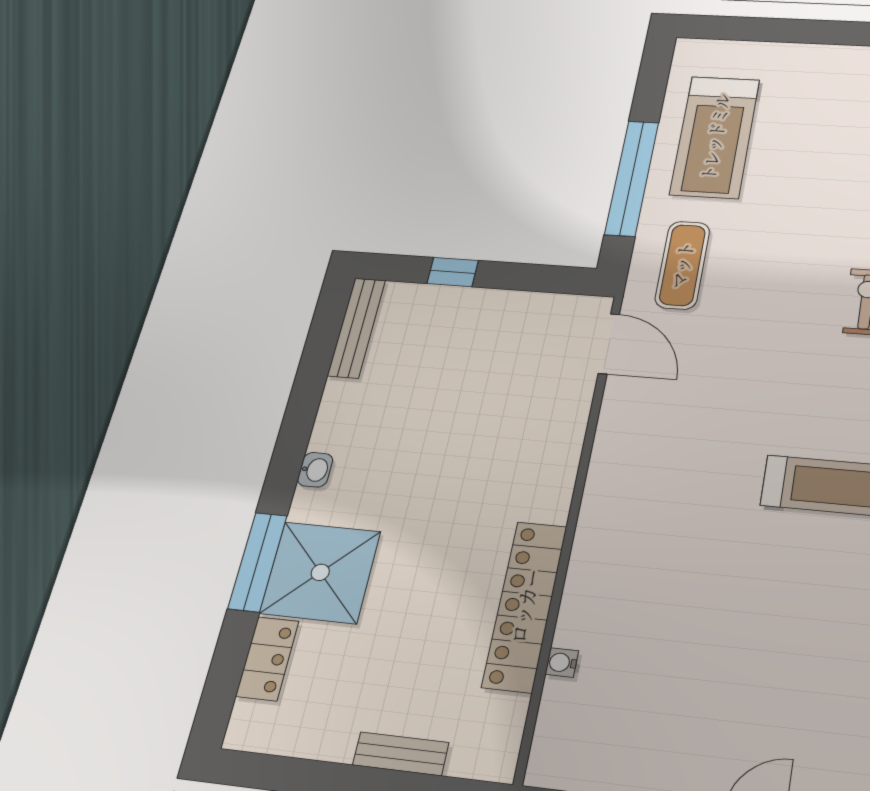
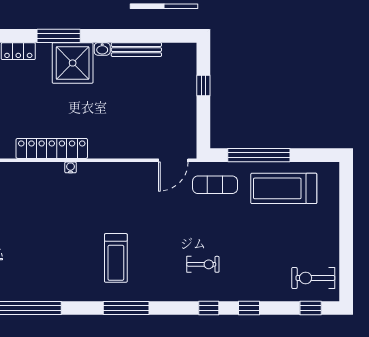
bench: (357, 328) -> (136, 50), moved
shower: (320, 572) -> (73, 63), moved
water cooler: (562, 663) -> (71, 167), moved

